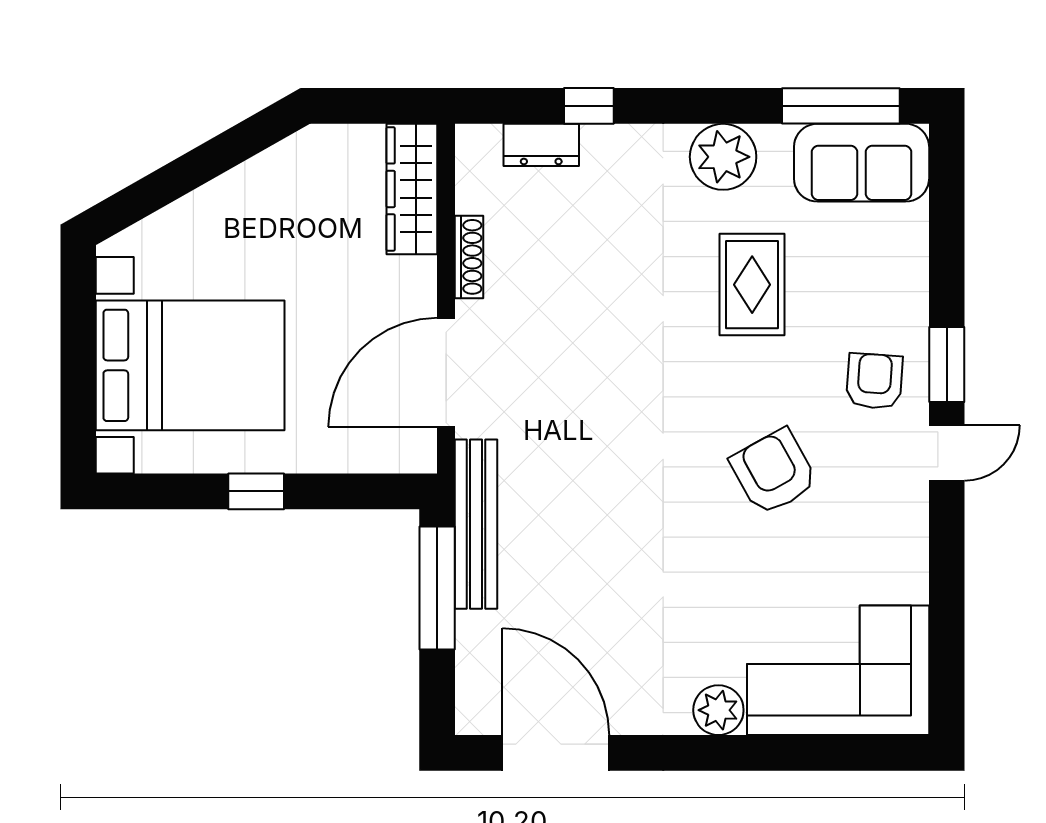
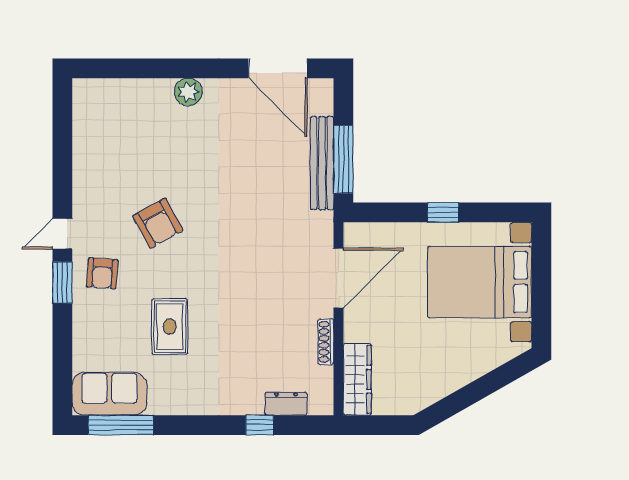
plant: (723, 157) -> (186, 397), removed
bench: (476, 524) -> (322, 163), moved
corner sofa: (838, 670) -> (122, 114), removed

